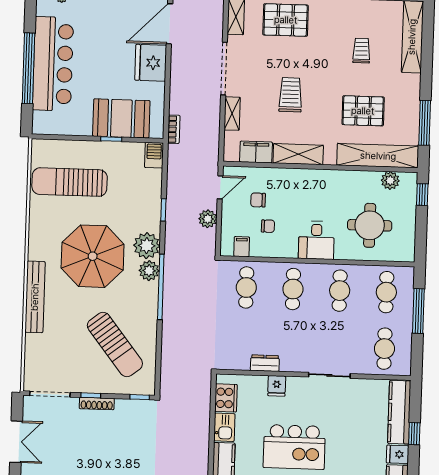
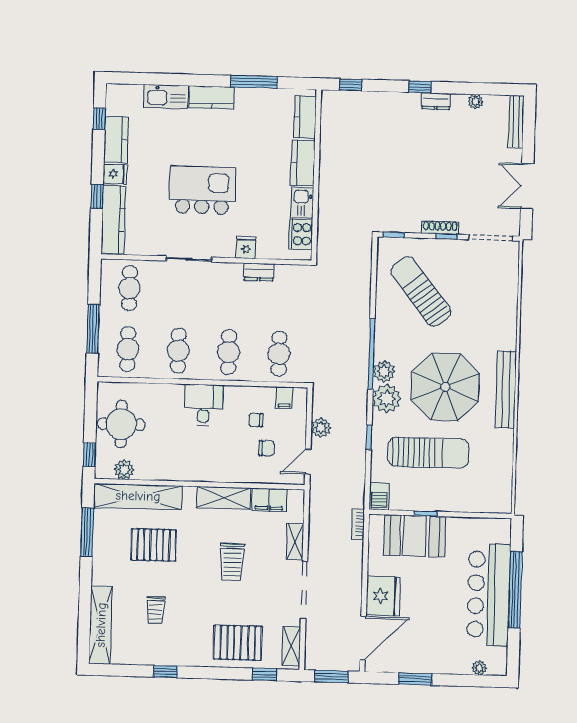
sun lounger: (70, 182) -> (428, 453), moved
round table: (370, 225) -> (121, 424), moved
bench: (35, 297) -> (506, 390), moved
kitchen island: (294, 447) -> (202, 190), moved

